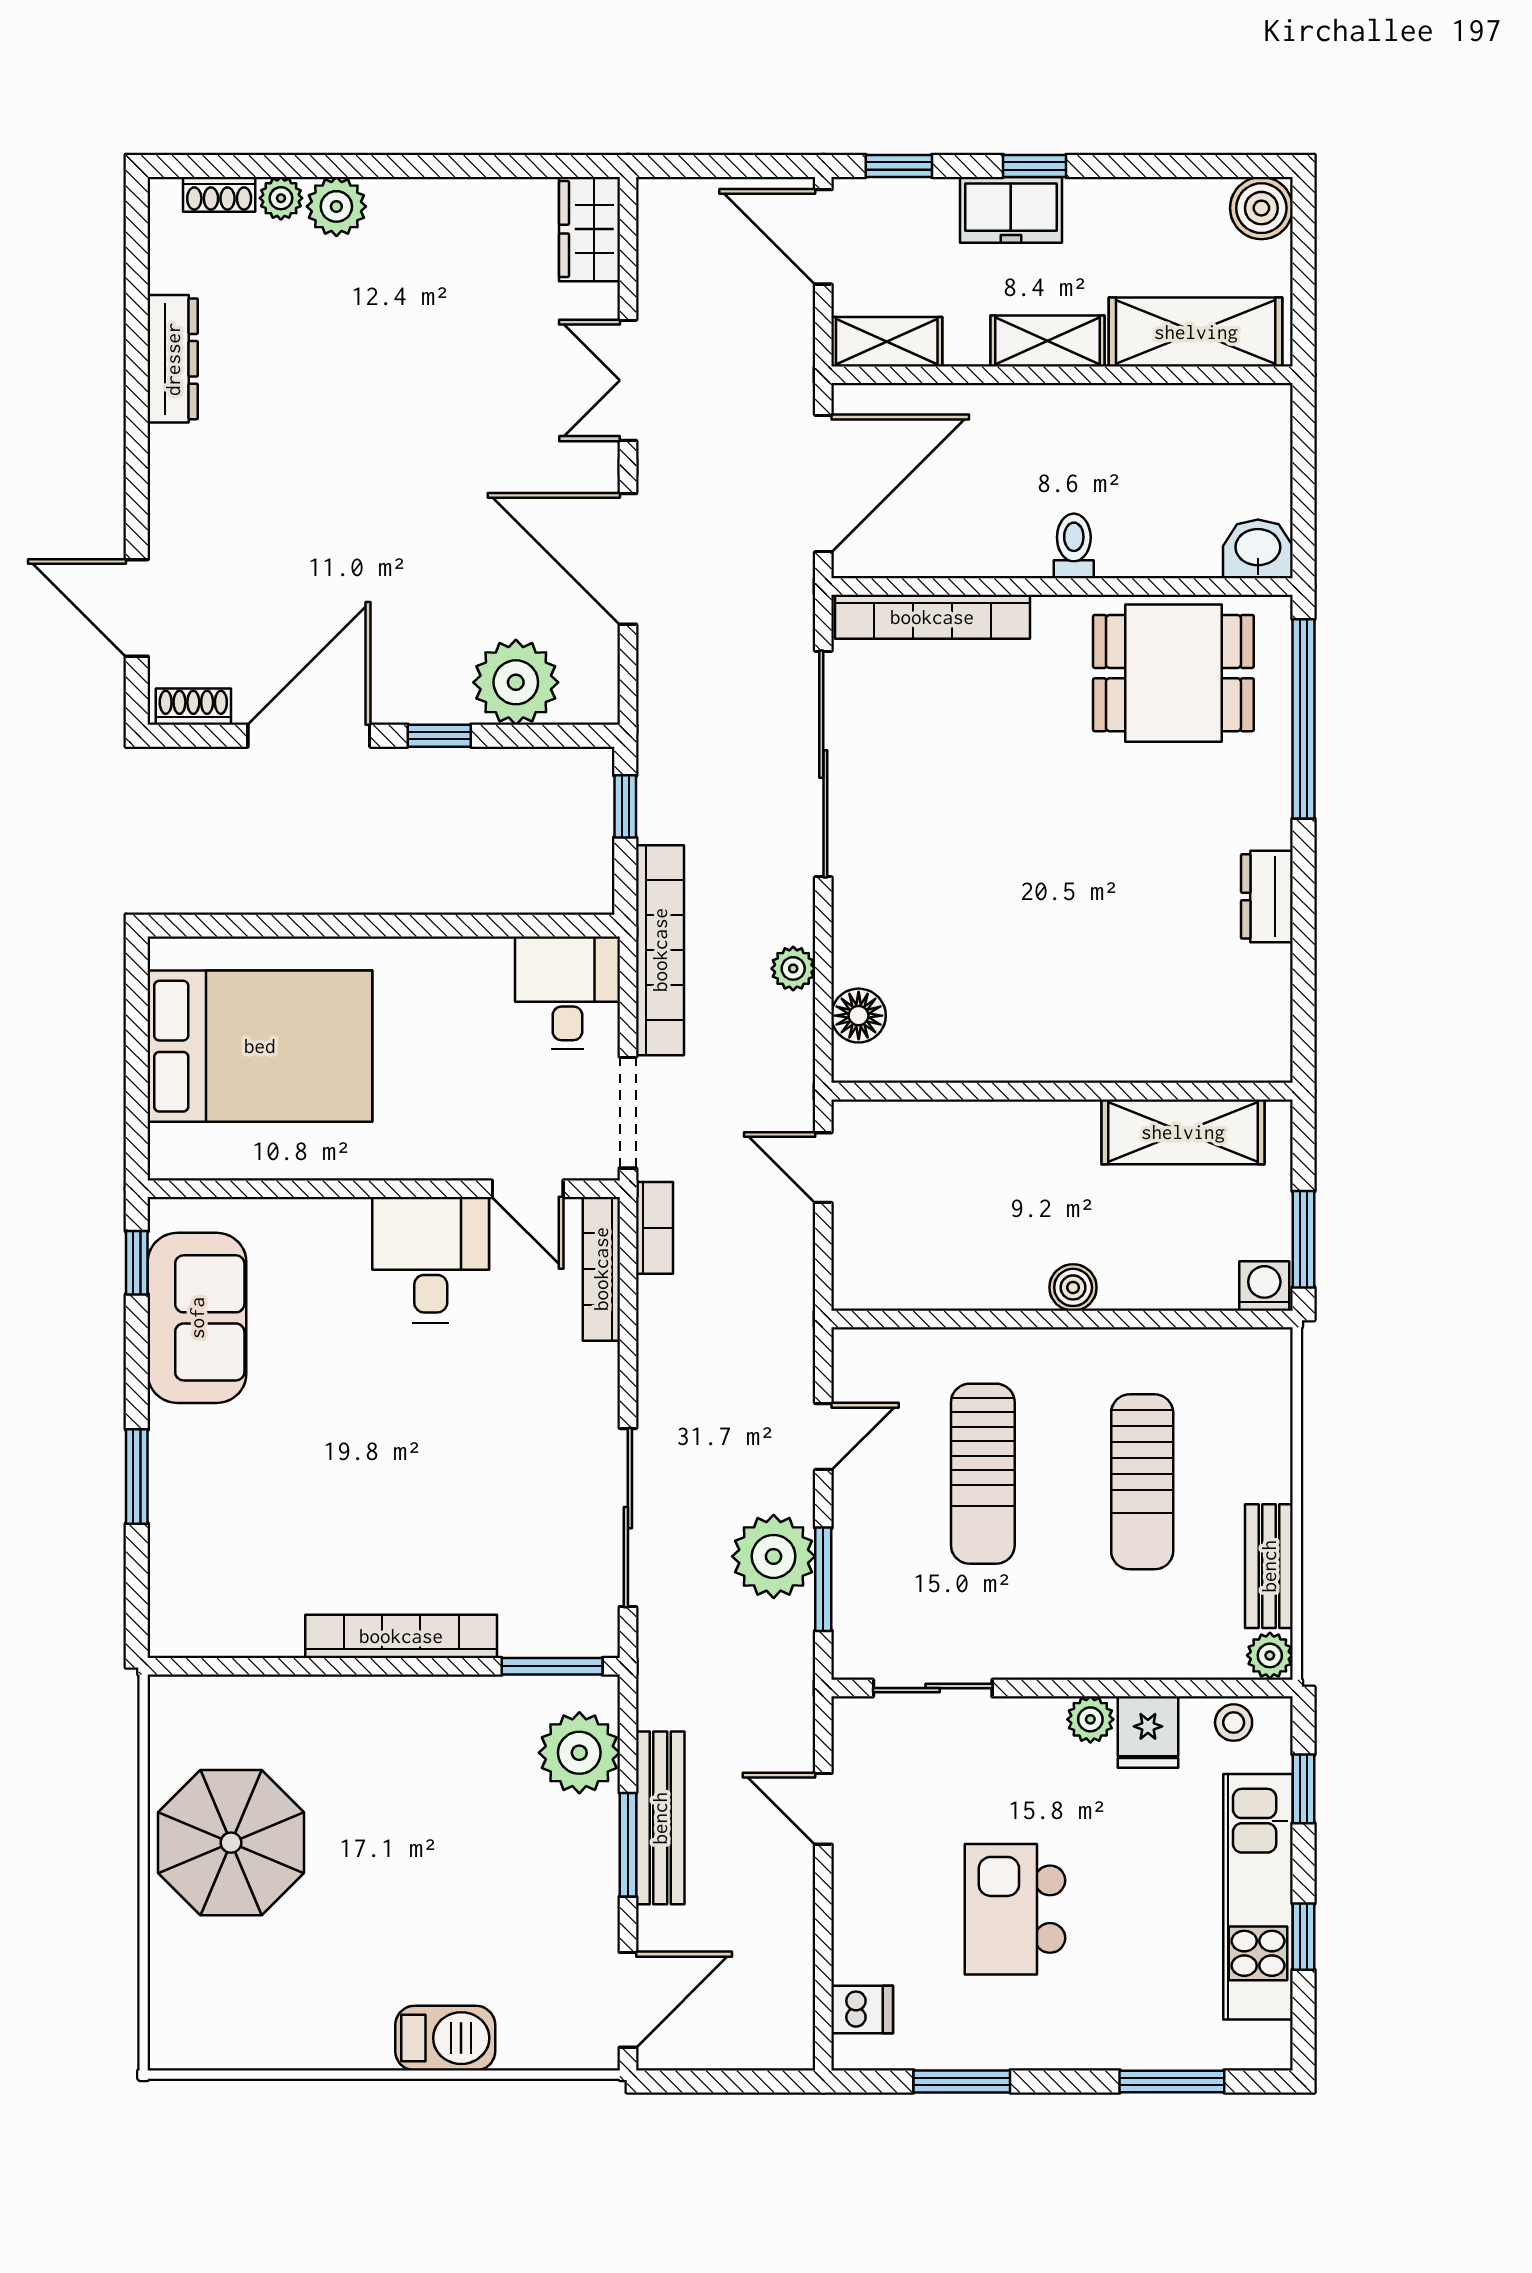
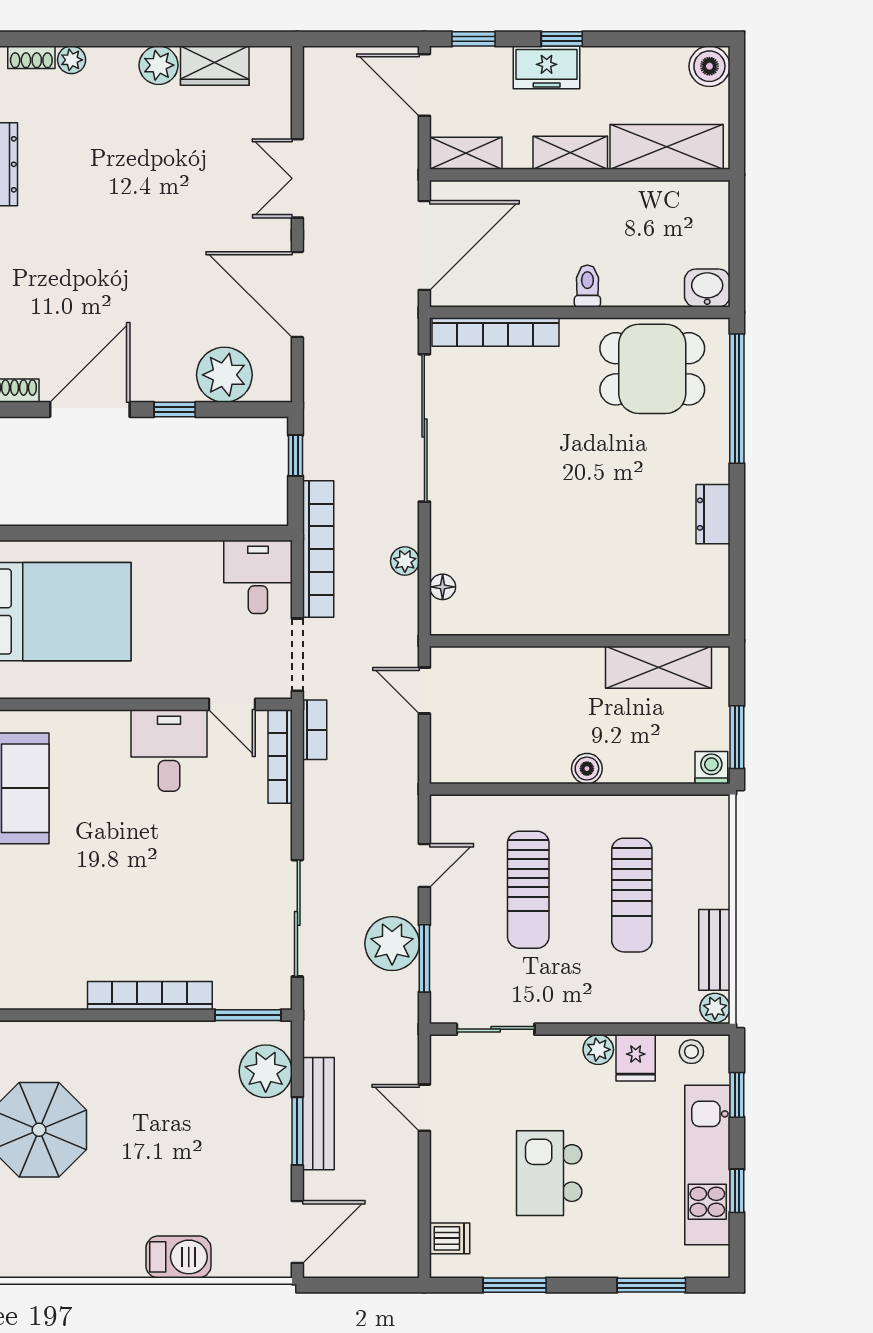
plant: (336, 206) -> (159, 65), moved
wardrobe: (589, 229) -> (215, 66), moved, turned -90
floor lamp: (859, 1016) -> (443, 587), width x0.73, depth x0.73

